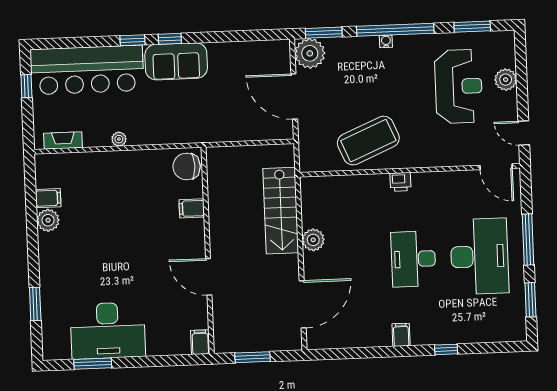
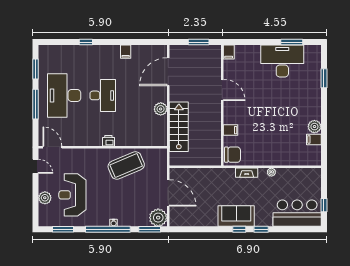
bar counter: (87, 70) -> (297, 213), width x0.73
fireplace: (63, 141) -> (247, 173), moved
filing cabinet: (401, 335) -> (126, 52), moved

